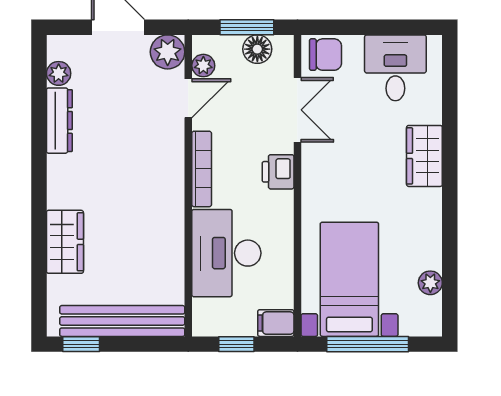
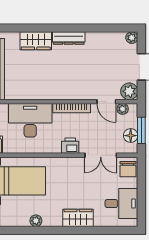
plant: (59, 73) -> (132, 38), moved
dresser: (59, 121) -> (69, 38), moved
plant: (430, 283) -> (36, 221), moved

